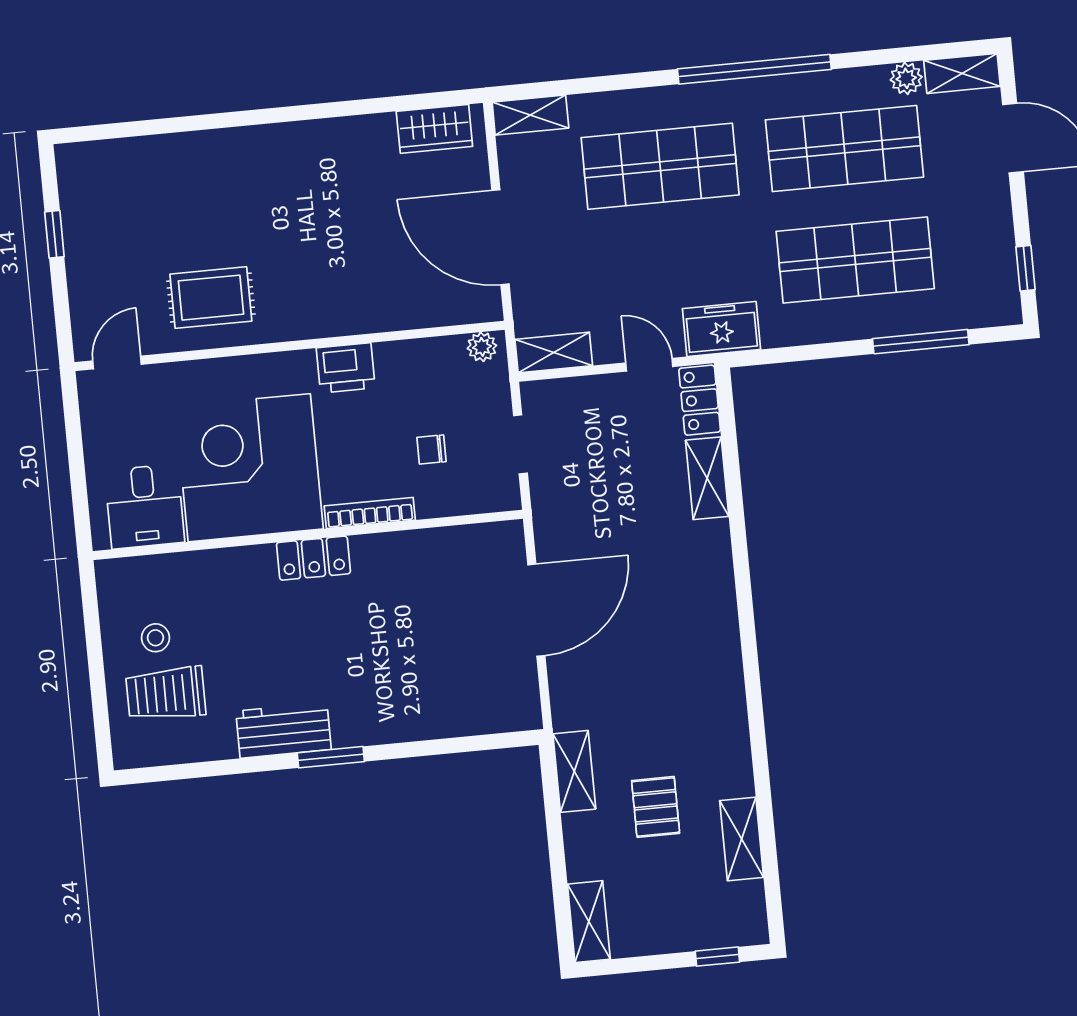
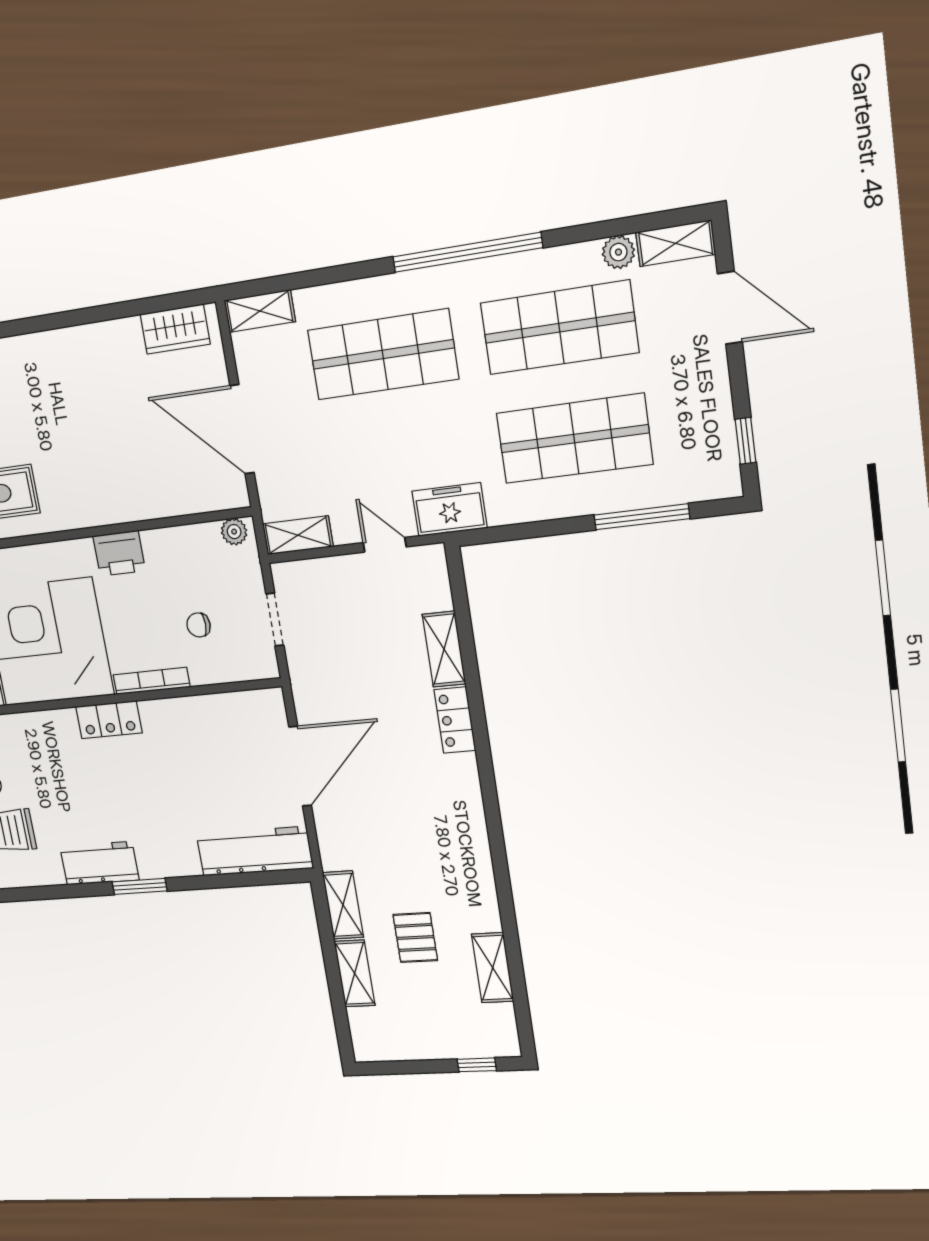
locker: (700, 400) -> (455, 720), moved
workbench: (475, 711) -> (255, 851), added
shelving: (589, 922) -> (355, 973), moved

